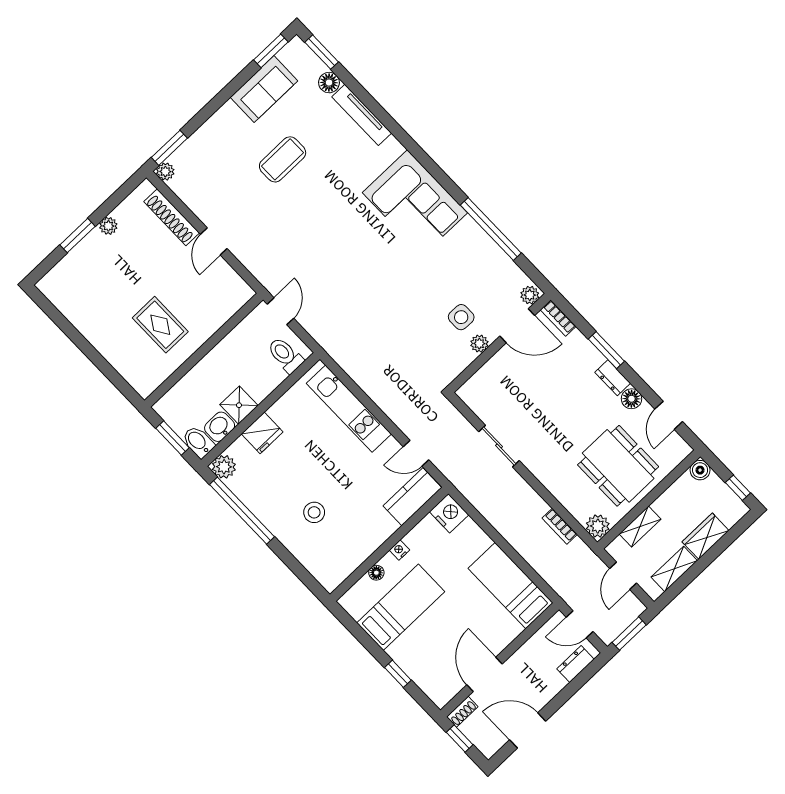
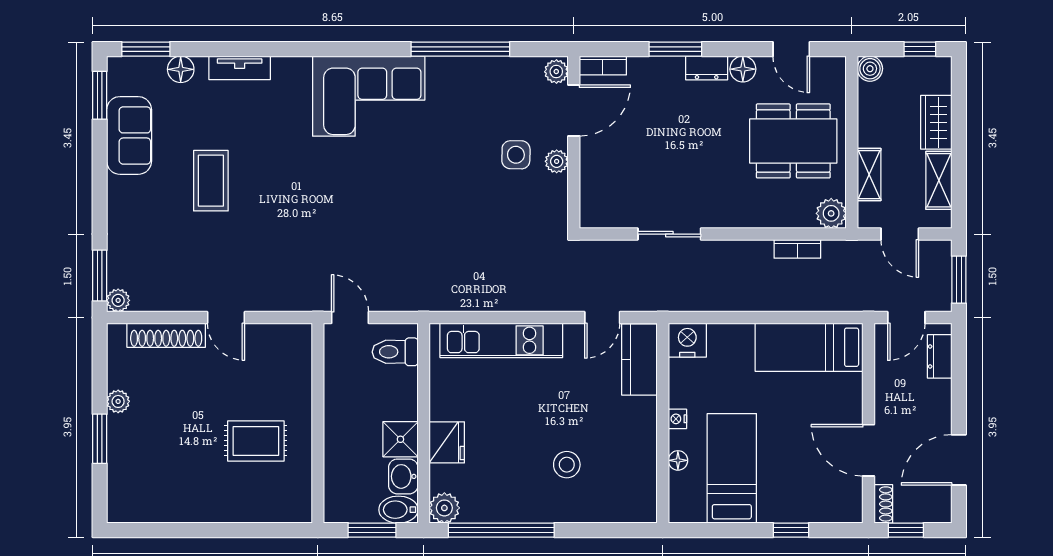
tv unit: (362, 115) -> (240, 68), width x0.71

